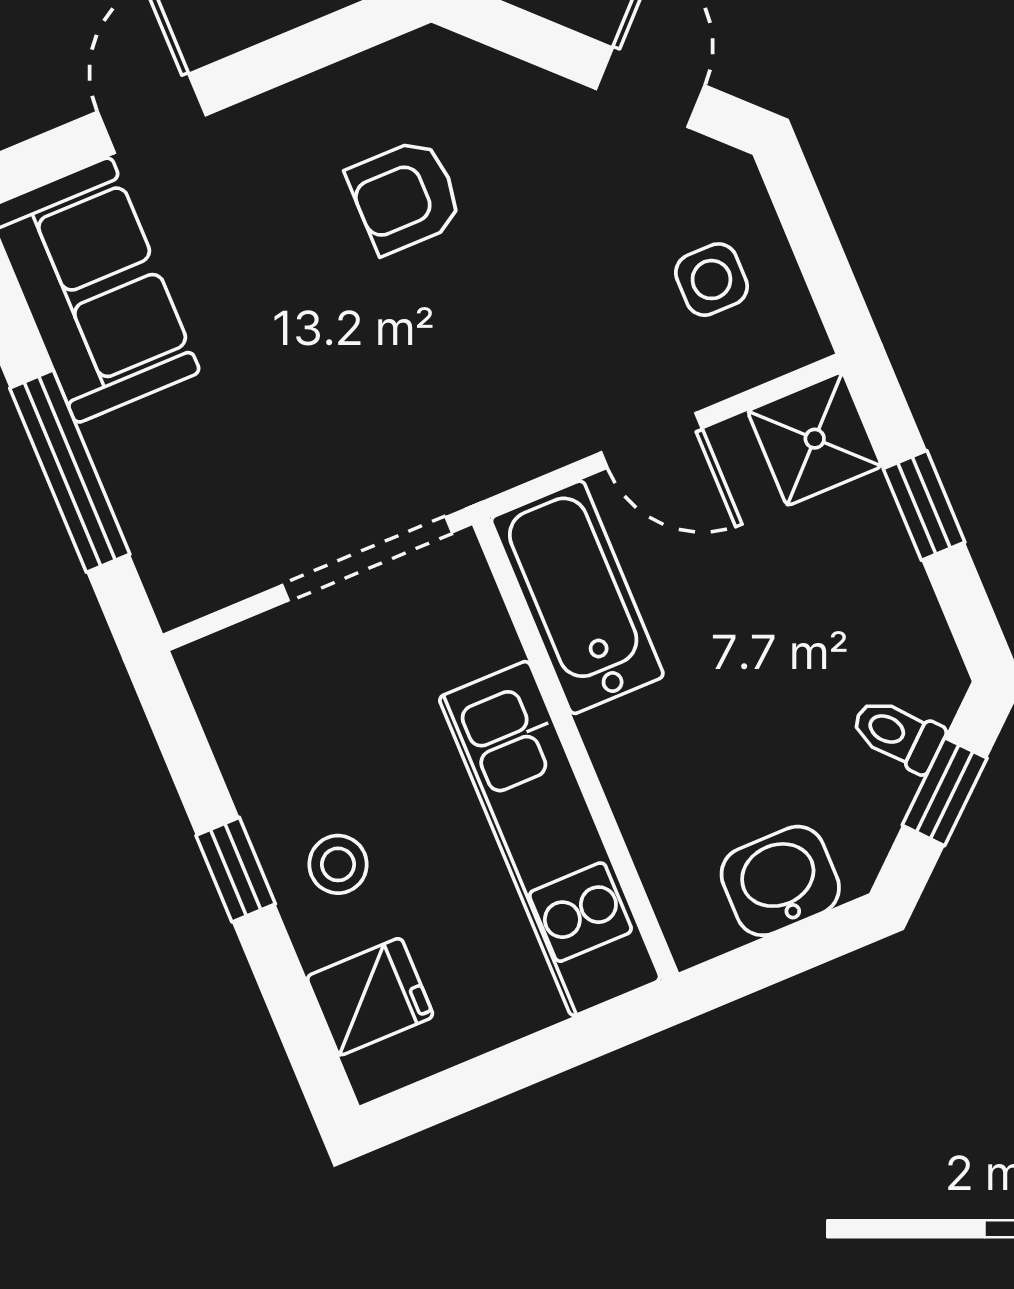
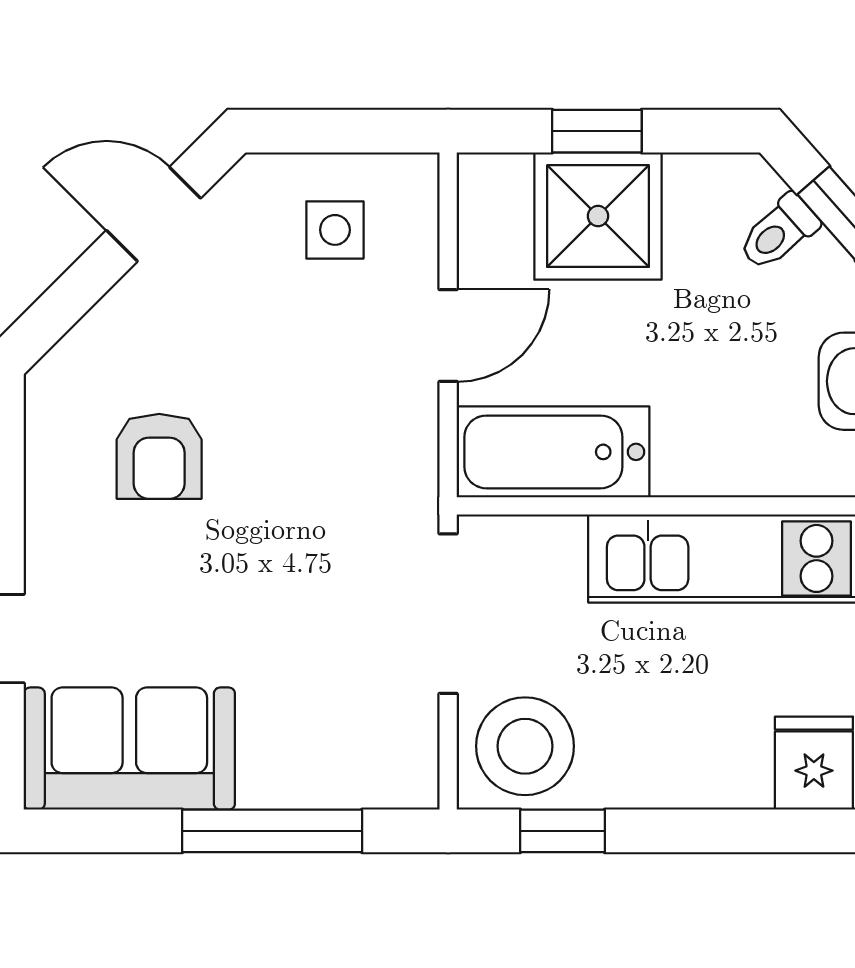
shower: (815, 439) -> (598, 216), moved, width x1.36, depth x1.36
stool: (338, 864) -> (525, 746), moved, width x1.89, depth x1.89
window: (236, 870) -> (563, 831), moved

